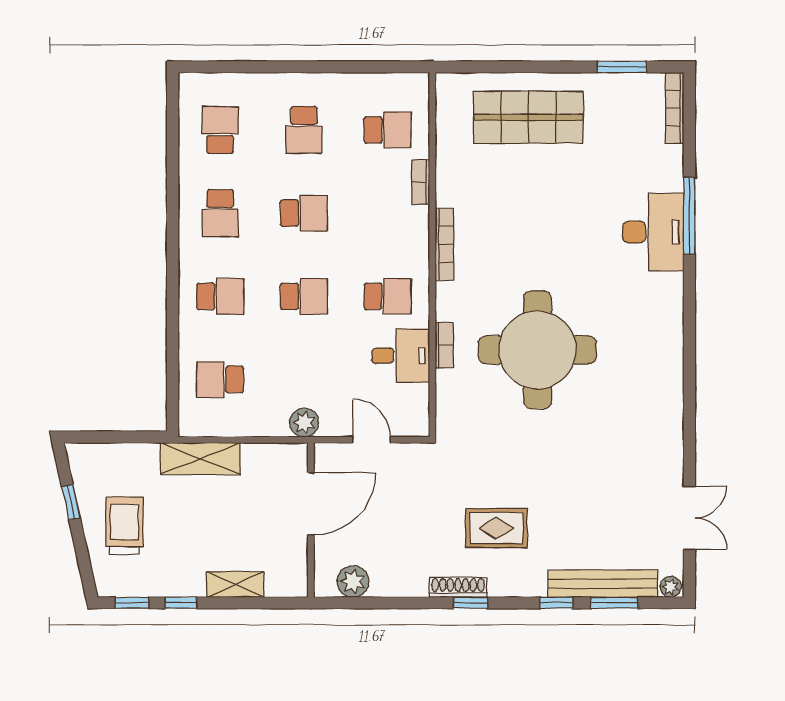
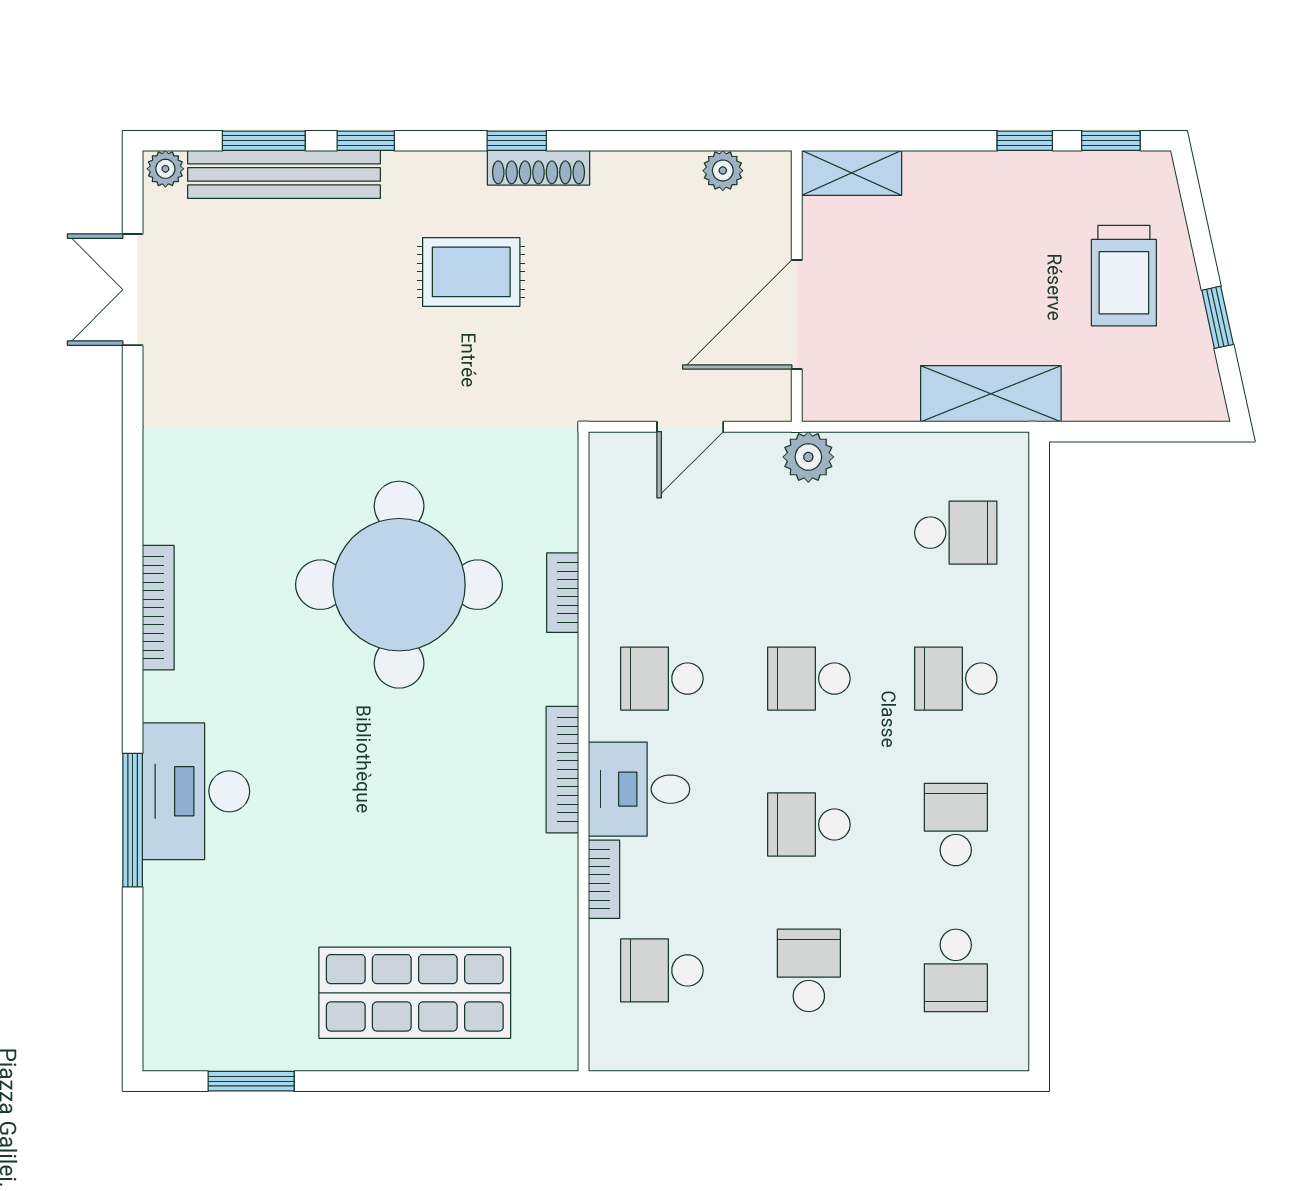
bookcase: (675, 108) -> (158, 608), moved
desk: (401, 356) -> (639, 789), moved
door: (372, 440) -> (690, 427), hinge flipped
plant: (353, 582) -> (723, 171), width x0.73, depth x0.73
shelving: (235, 584) -> (852, 173), moved

